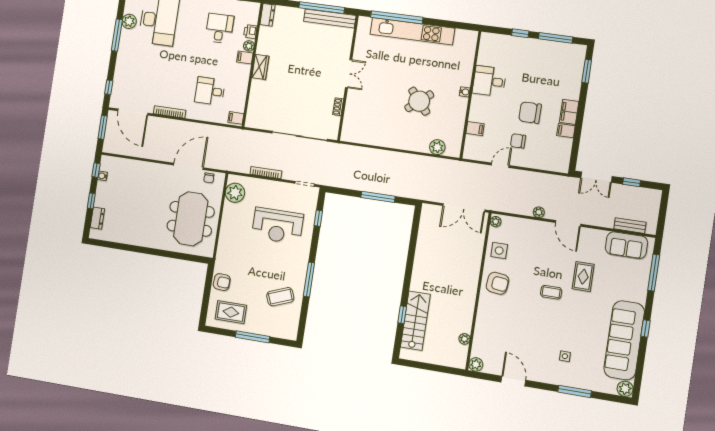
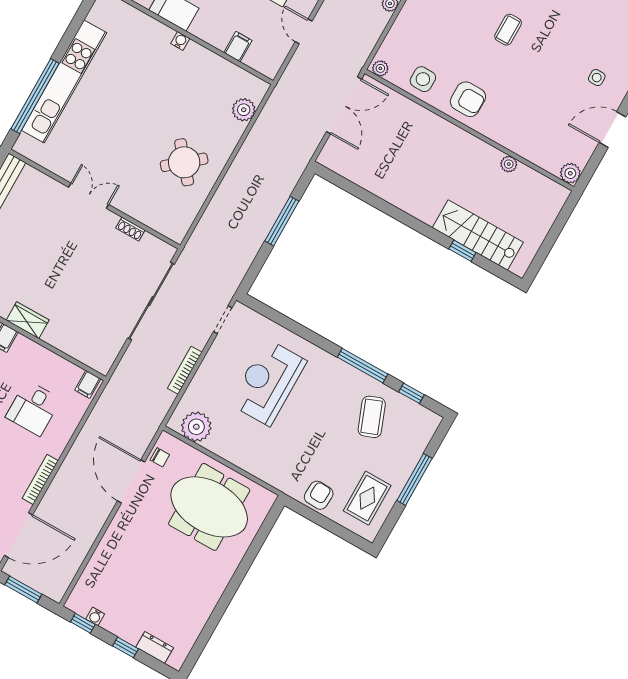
round table: (419, 101) -> (184, 162), moved
window: (318, 218) -> (412, 393), moved
reception desk: (277, 226) -> (268, 382), turned 180
armchair: (497, 283) -> (468, 99), turned 83
plant: (464, 339) -> (509, 164), moved
side table: (565, 356) -> (597, 78), moved

